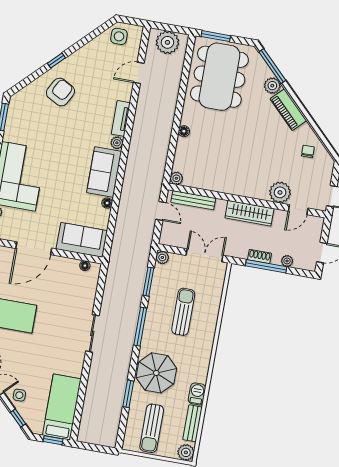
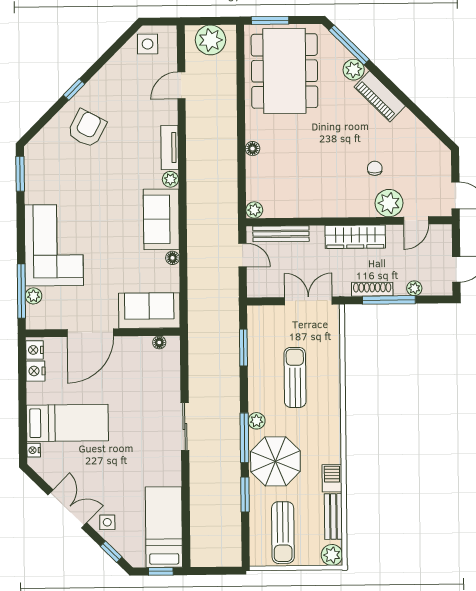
chair: (308, 151) -> (375, 168), moved
shoe rack: (260, 256) -> (372, 289), width x1.43
plant: (162, 258) -> (257, 421), moved
window: (140, 327) -> (244, 438), moved

